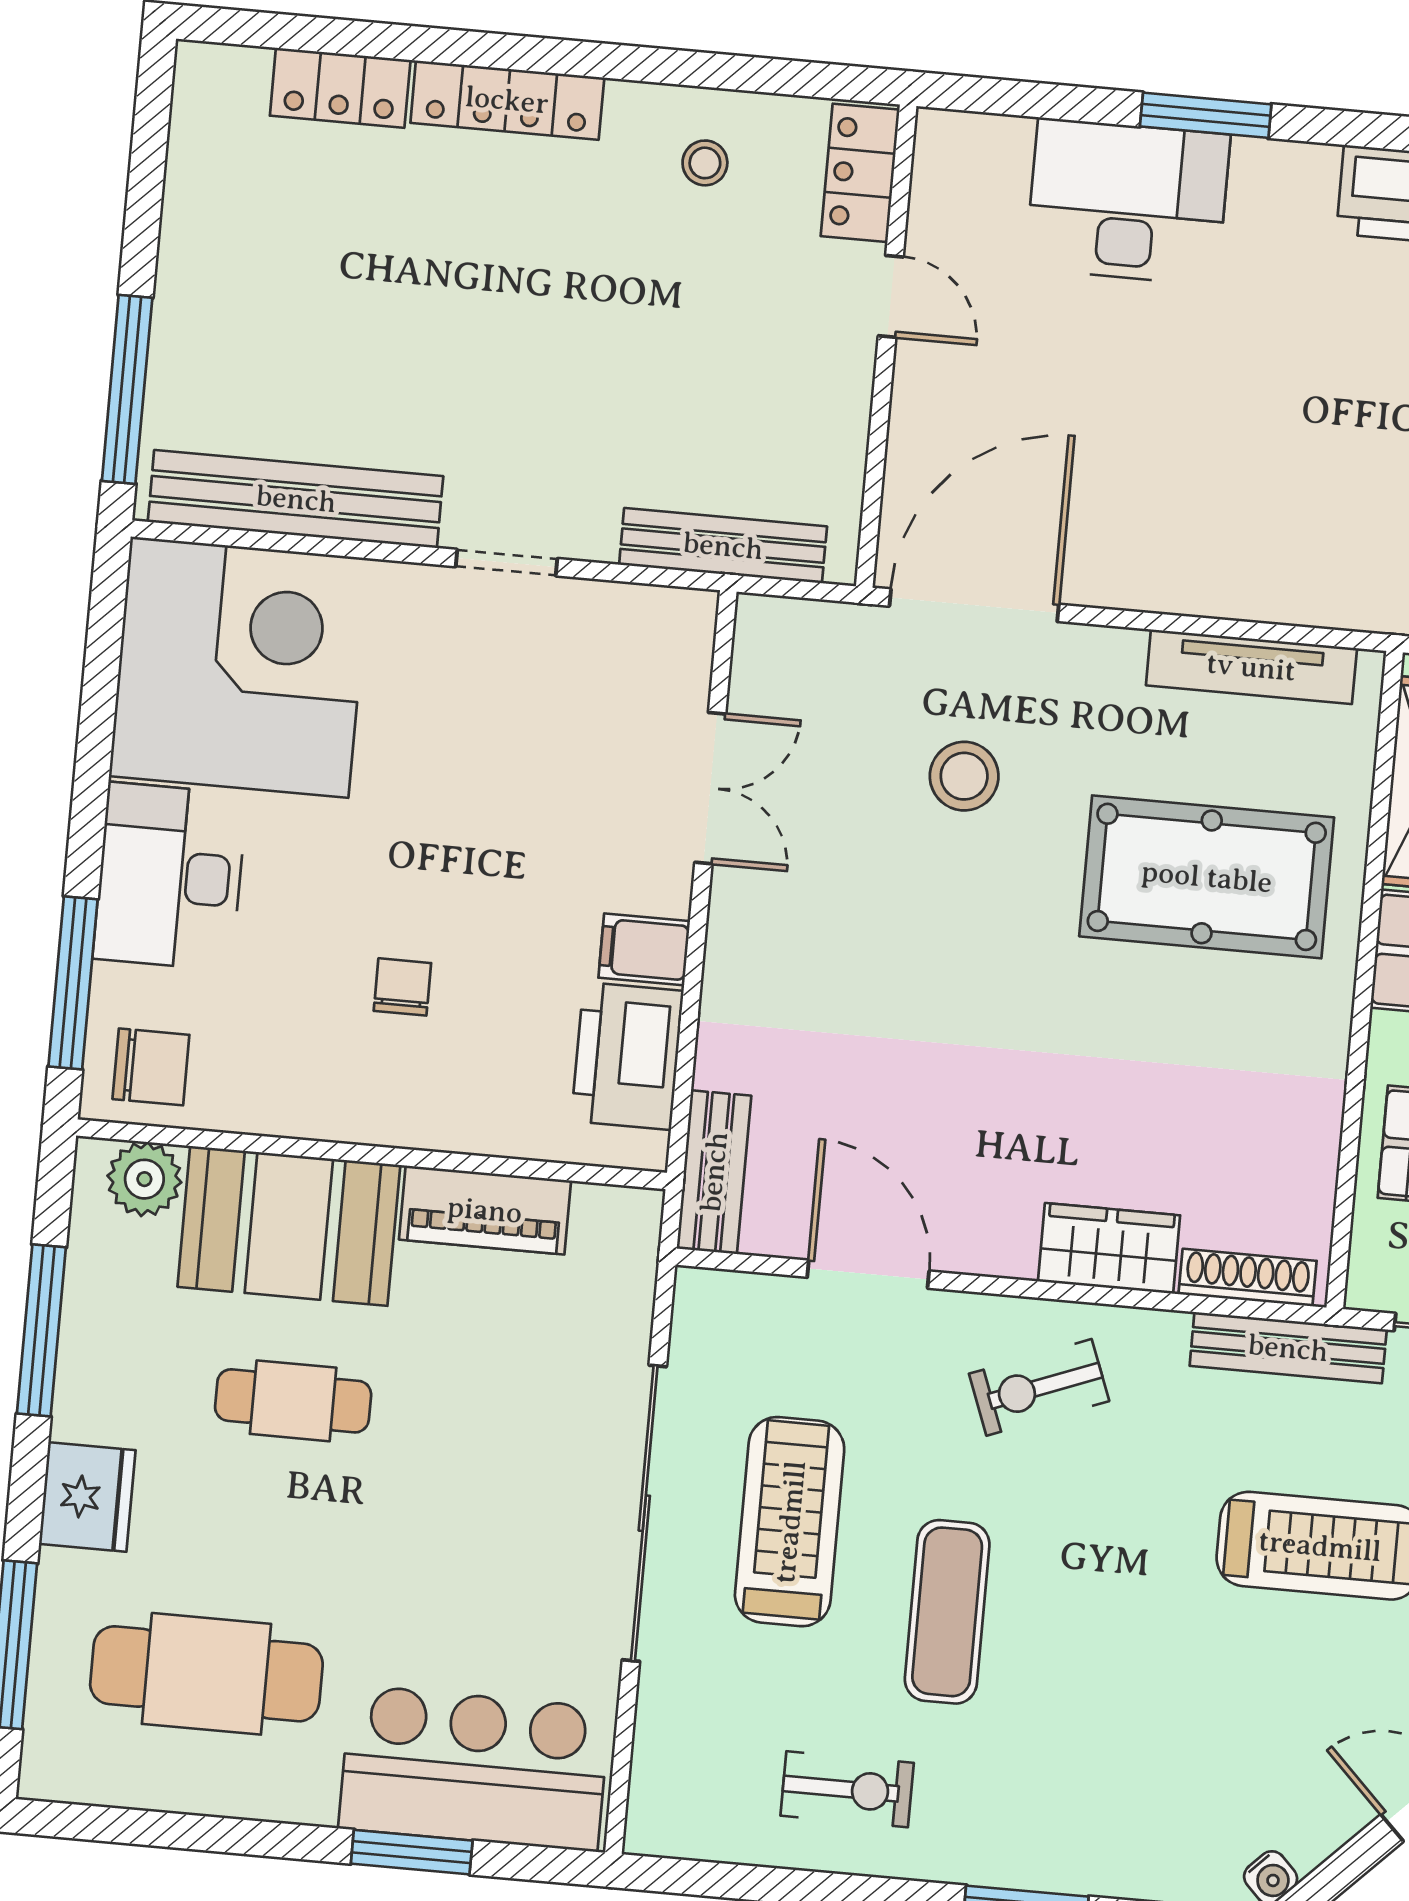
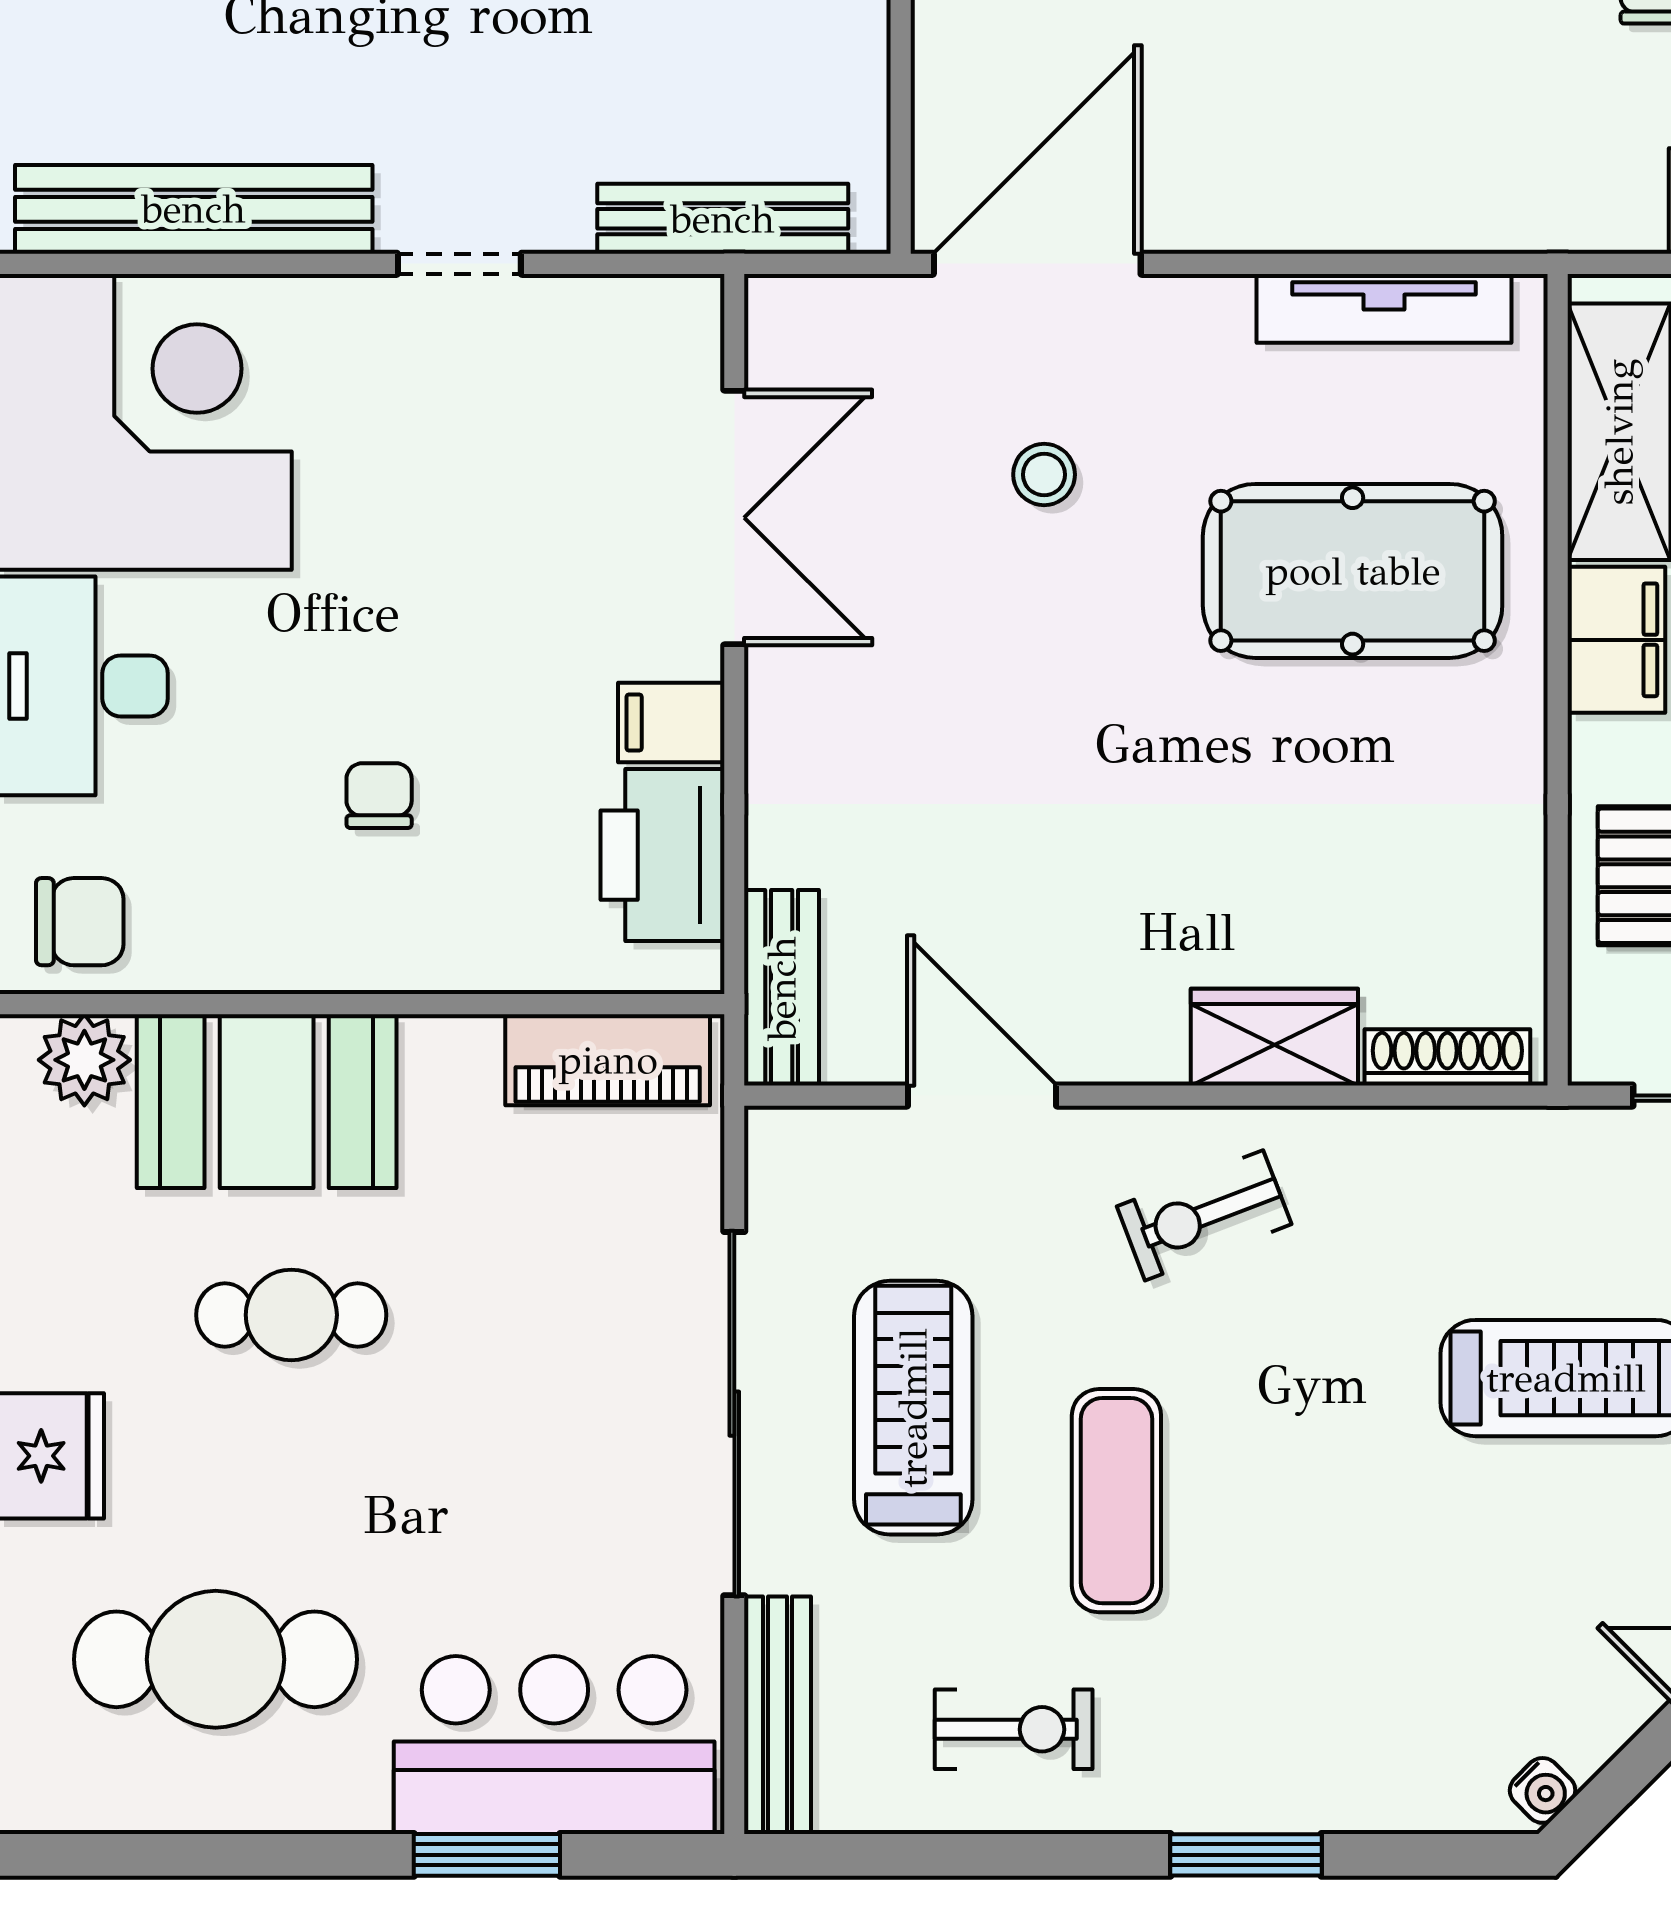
stool: (964, 776) -> (1044, 475), width x0.73, depth x0.73
double door: (710, 788) -> (734, 518), width x1.37
piano: (485, 1210) -> (608, 1060), moved
bench: (1288, 1348) -> (778, 1715), moved, turned 90

